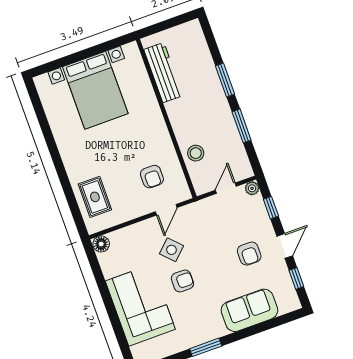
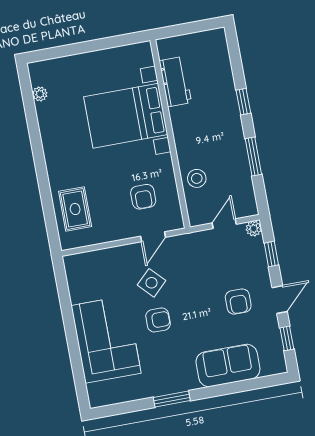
workbench: (163, 73) -> (175, 82), width x0.73
window: (225, 80) -> (243, 102), width x0.67
bed with nightstands: (95, 90) -> (126, 116), moved, turned 90
plant: (48, 102) -> (40, 94), added
floor lamp: (101, 244) -> (73, 263), removed

